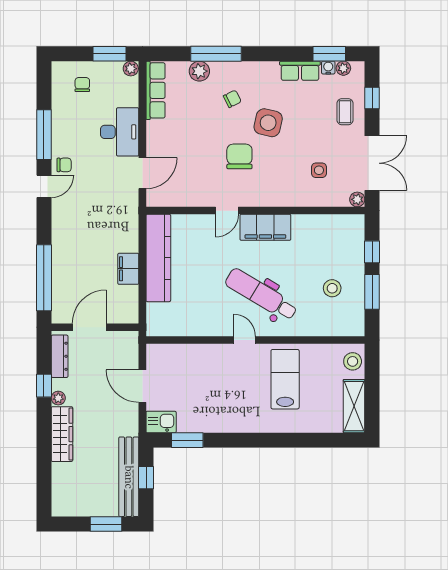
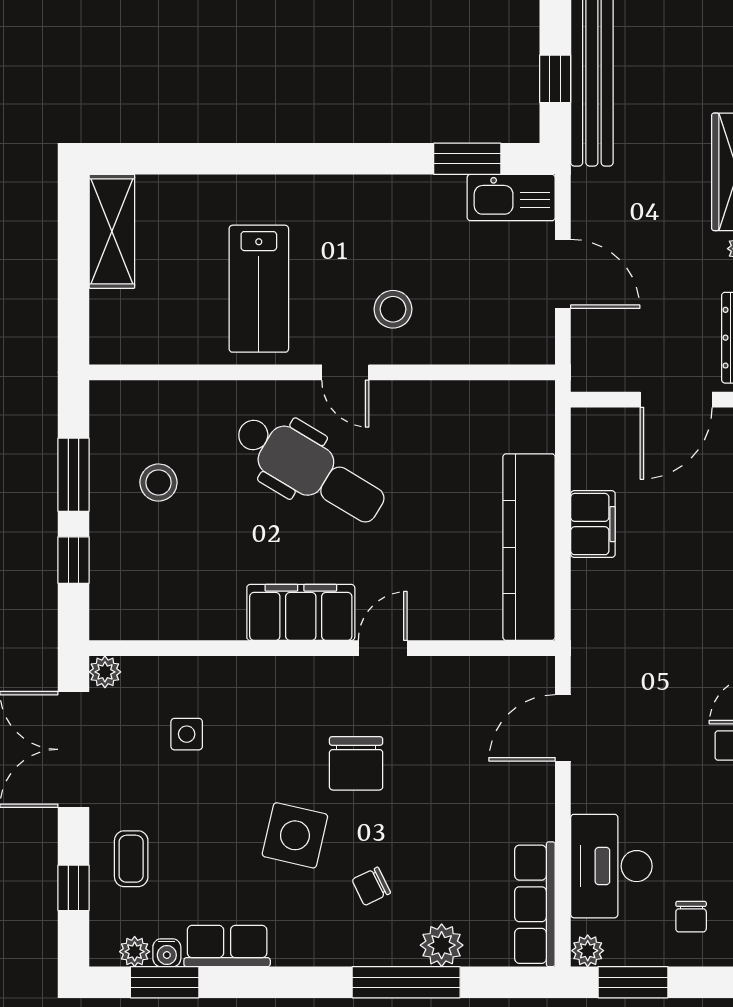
desk: (120, 132) -> (611, 866), moved
stool: (353, 361) -> (393, 309), moved
kitchen sink: (161, 422) -> (511, 198), width x1.38

